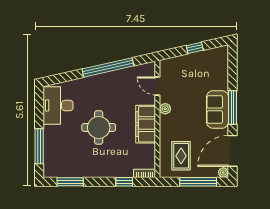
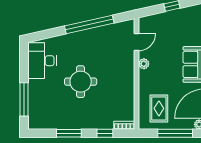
door: (157, 86) -> (136, 42), swing flipped
filing cabinet: (146, 124) -> (125, 78), removed
window: (70, 182) -> (69, 133), moved

